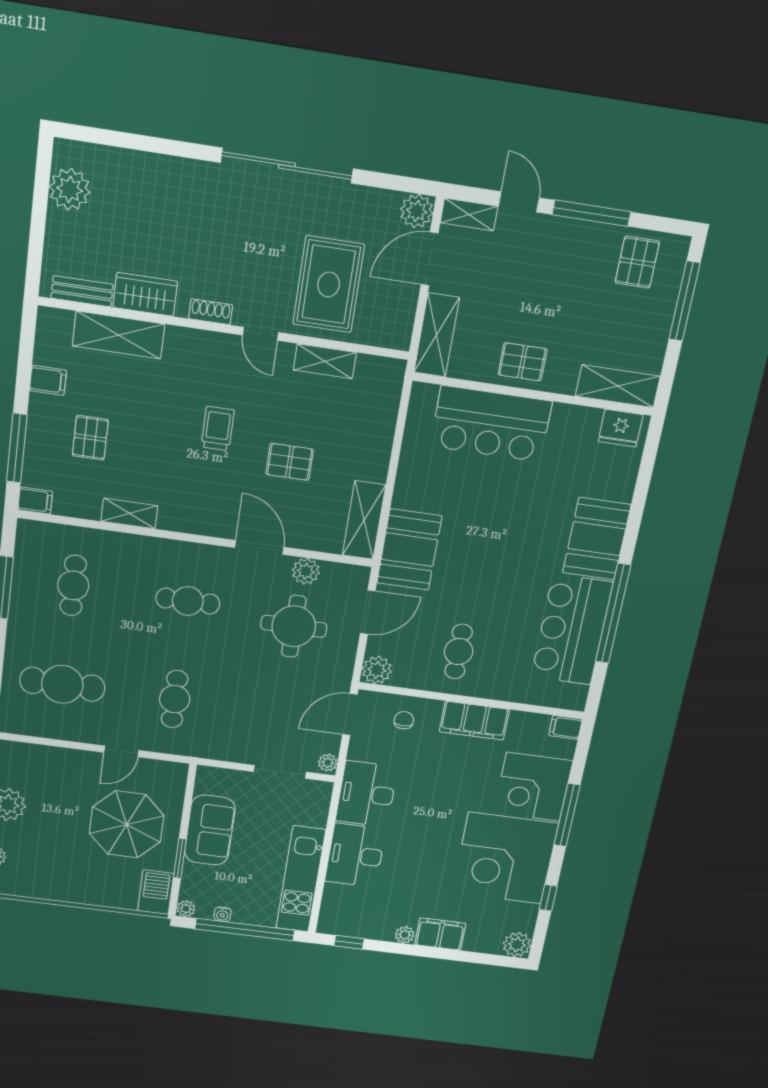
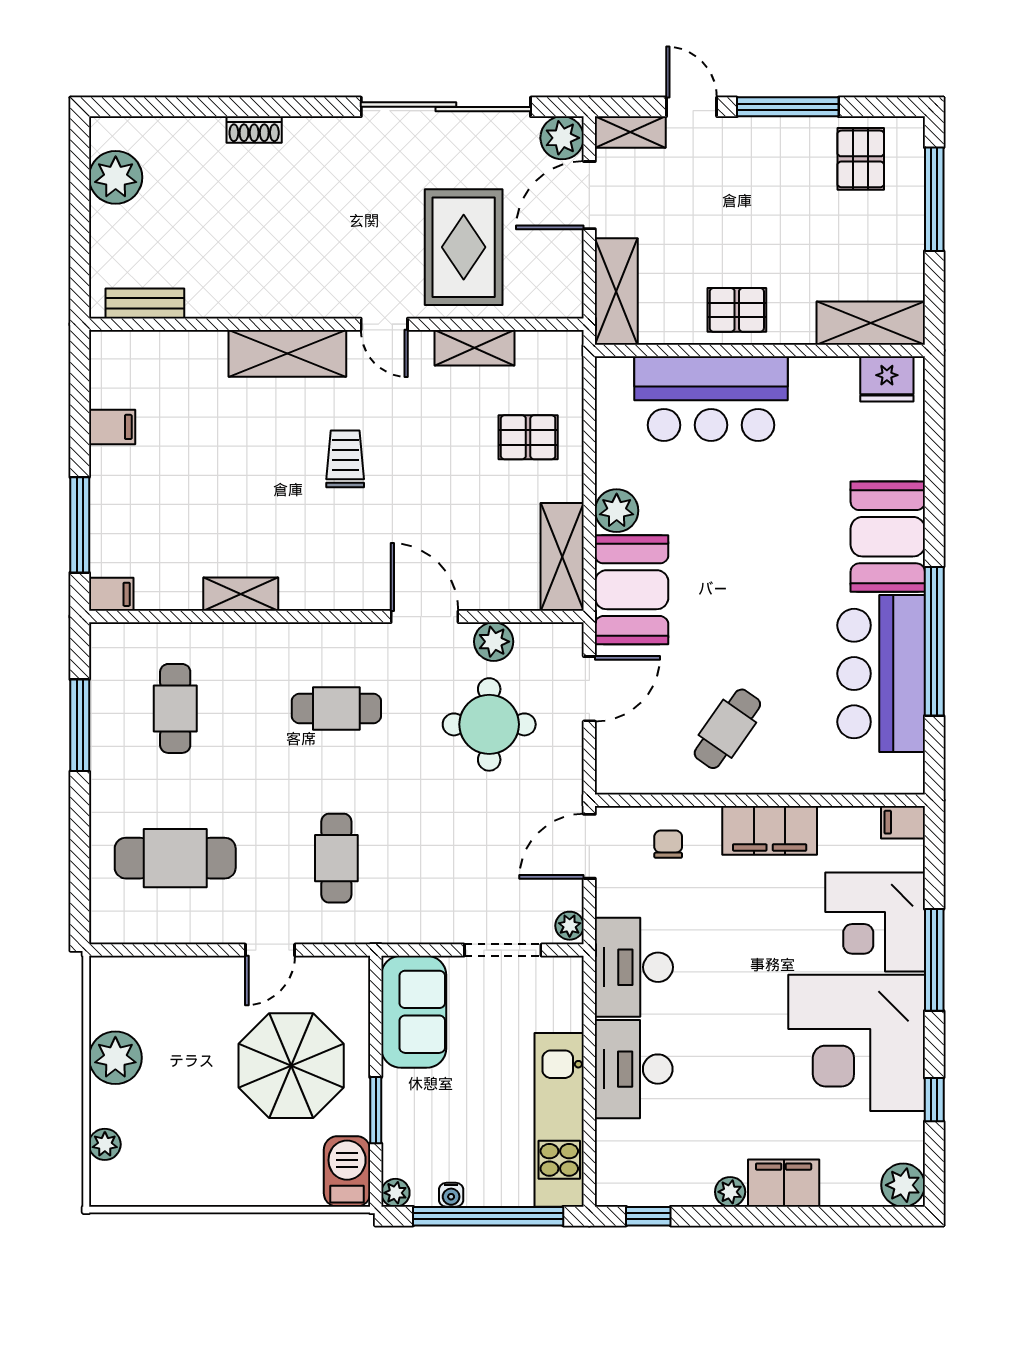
sliding door: (287, 166) -> (446, 107), moved
wardrobe: (145, 294) -> (227, 295), removed
shoe rack: (211, 312) -> (254, 130), moved, turned 180
shelving: (118, 335) -> (287, 353), moved
pallet: (90, 438) -> (176, 496), removed
pallet: (290, 462) -> (528, 437), moved
cafe table: (459, 652) -> (727, 729), turned 35
plant: (377, 670) -> (617, 511), moved
sofa: (210, 830) -> (414, 1012), moved

